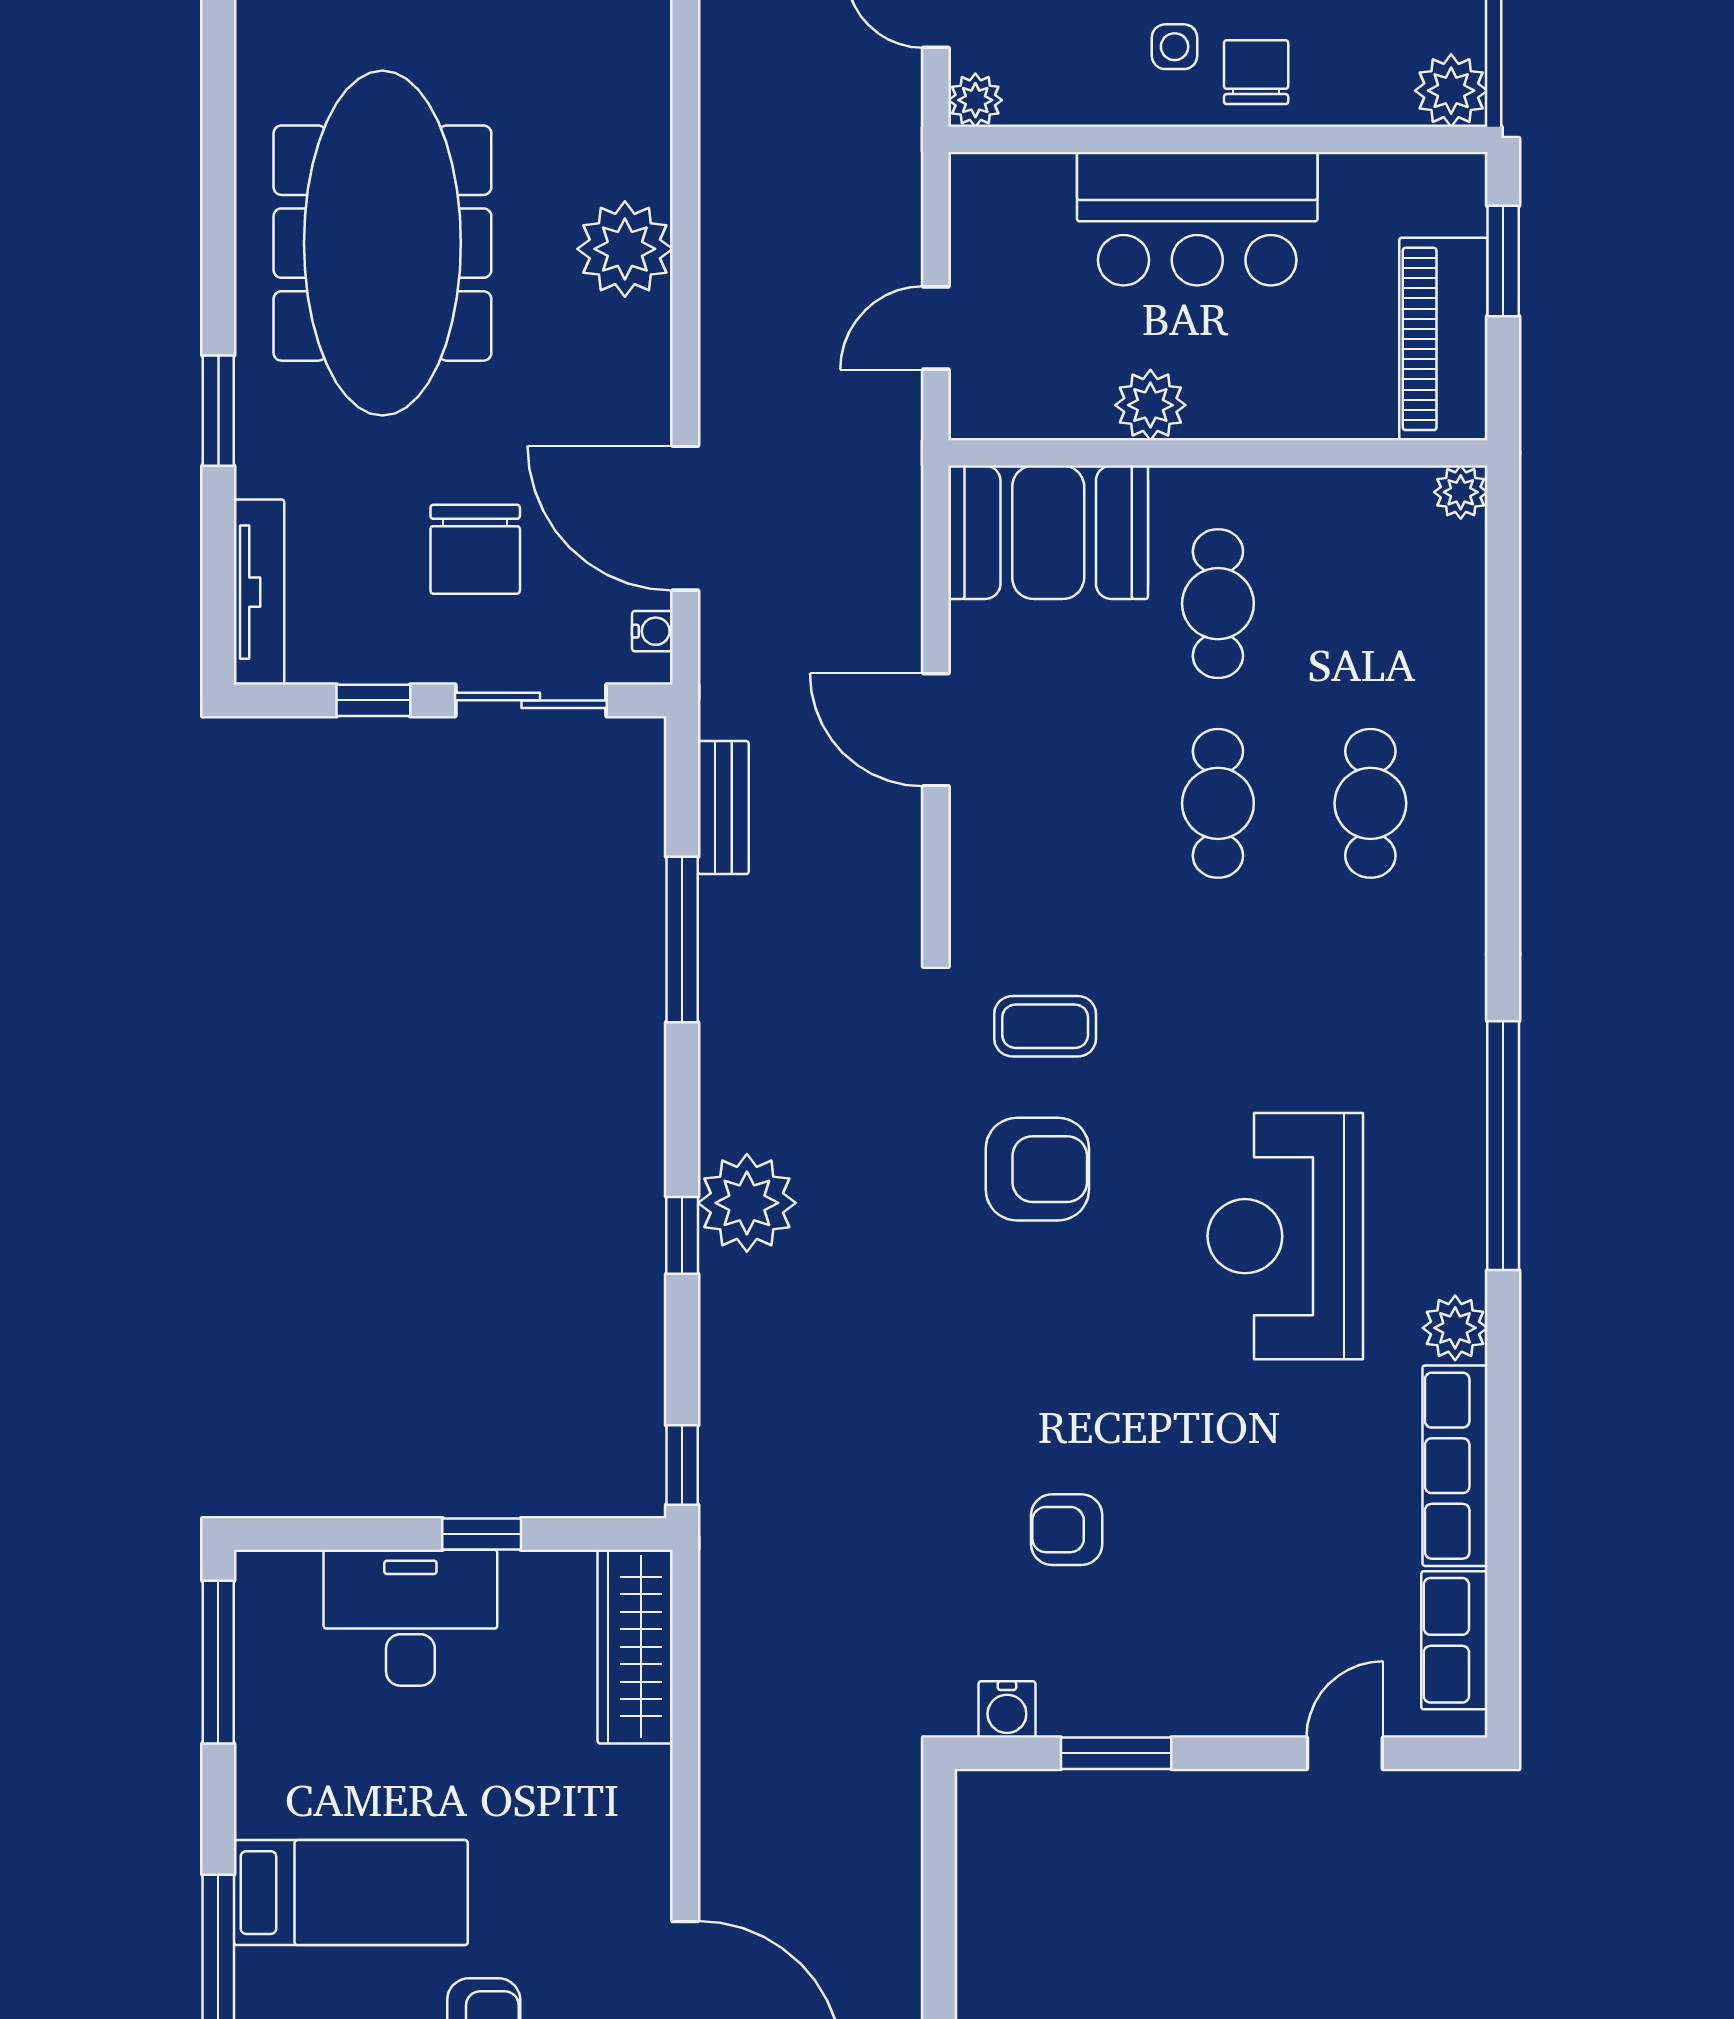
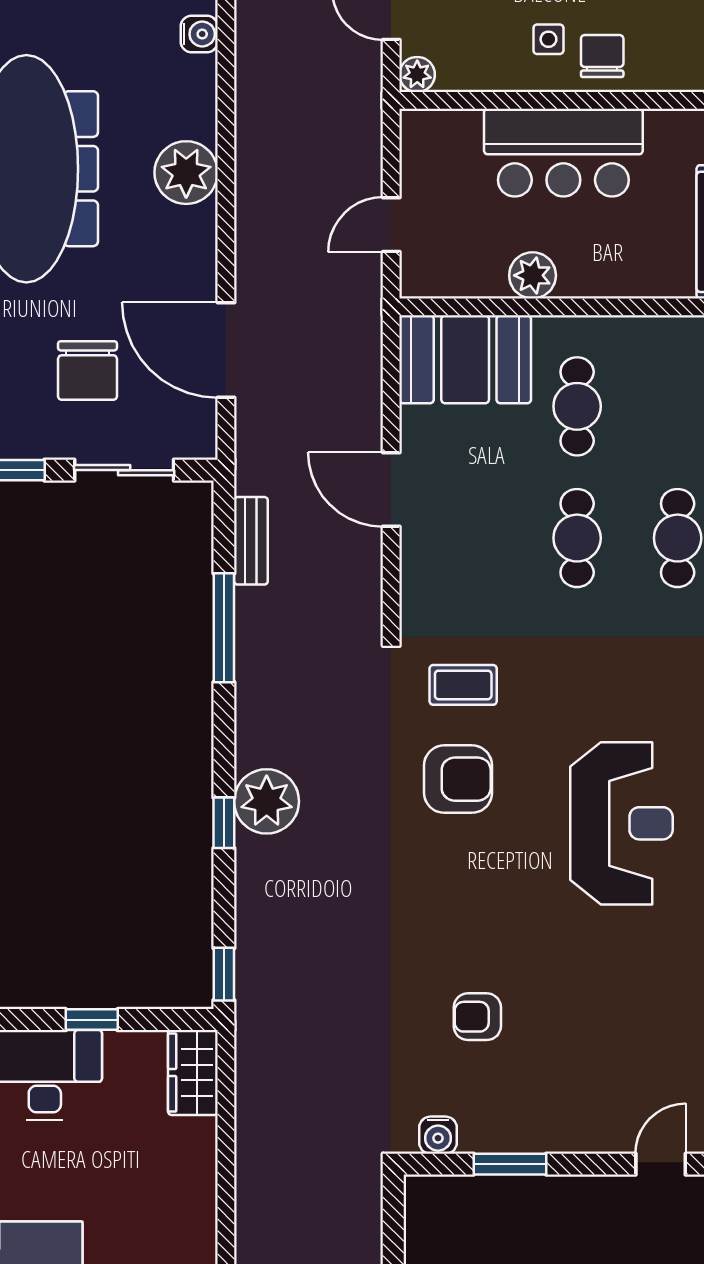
water cooler: (652, 631) -> (199, 34), moved, width x1.38, depth x1.38
reception desk: (1285, 1236) -> (621, 823), turned 180
wardrobe: (635, 1647) -> (193, 1073), width x0.67

